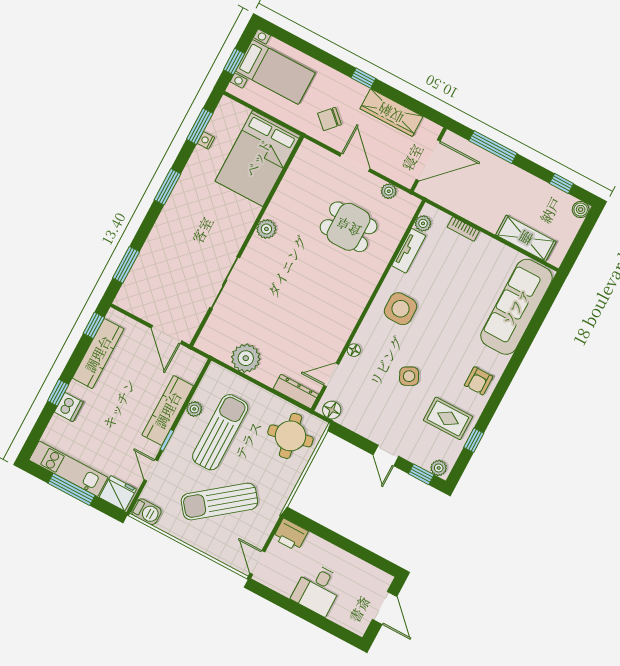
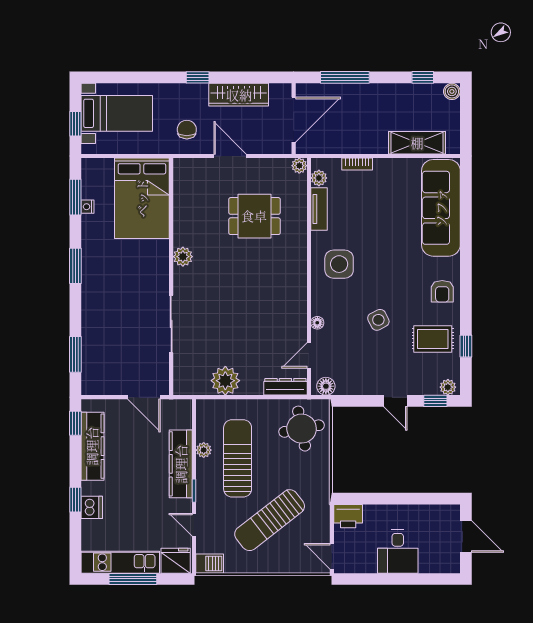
chair: (329, 119) -> (187, 130), turned 137
plant: (389, 191) -> (299, 166), moved

